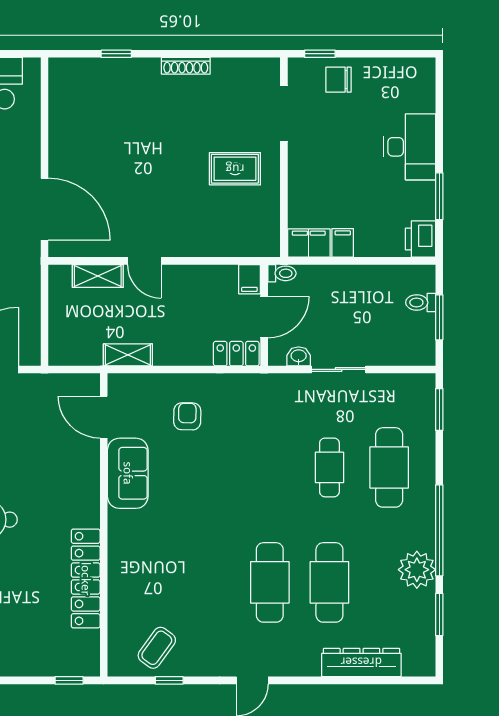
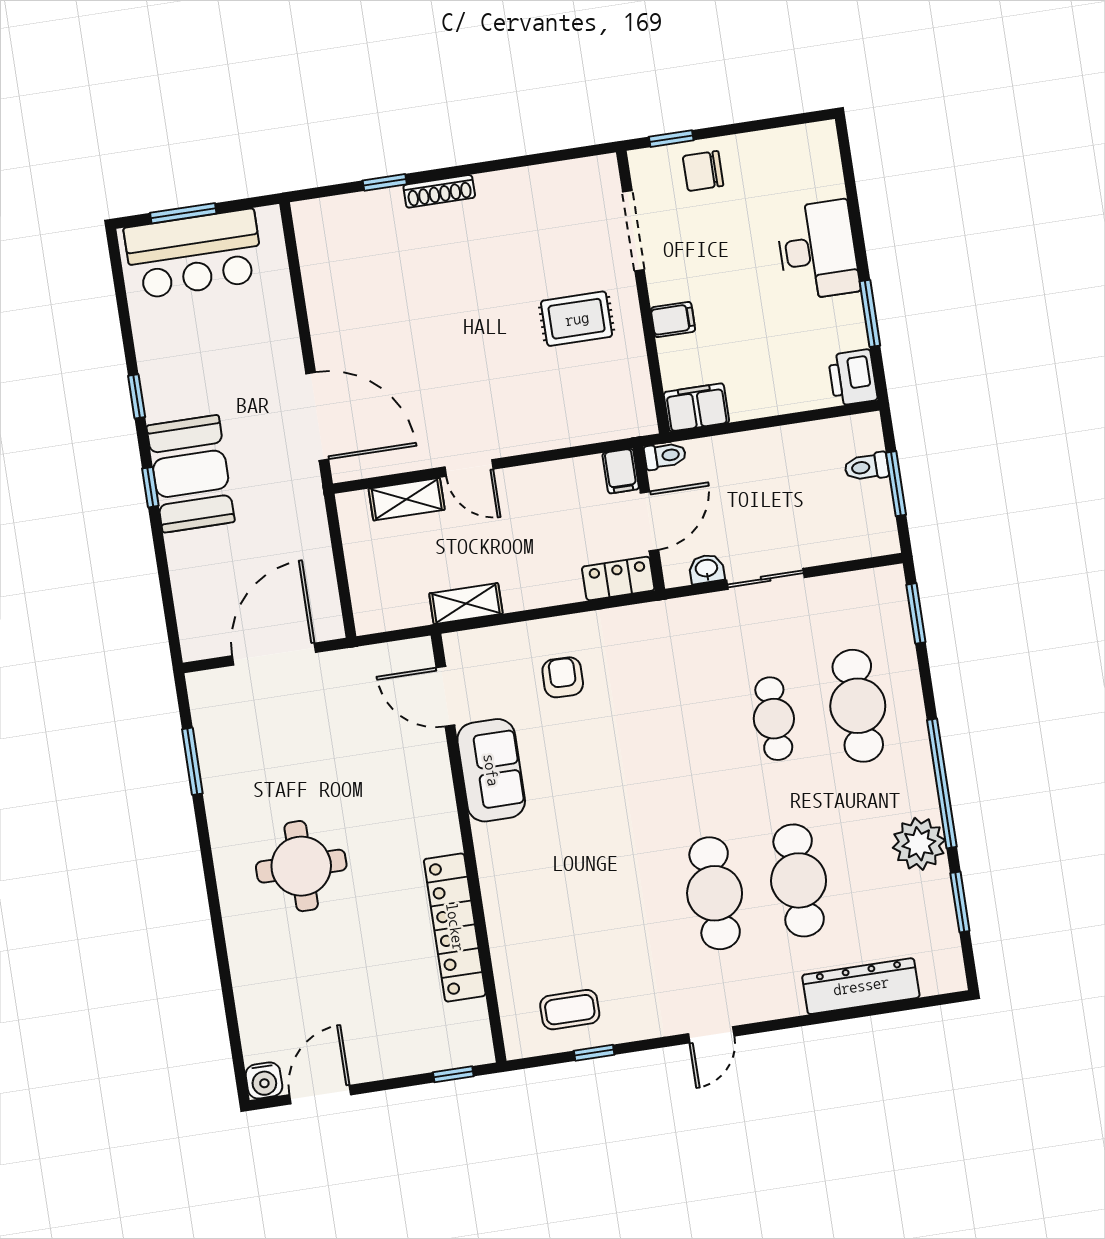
shoe rack: (186, 66) -> (439, 191), moved
filing cabinet: (343, 243) -> (673, 319), moved, turned 90
coffee table: (157, 648) -> (570, 1010), turned 54

